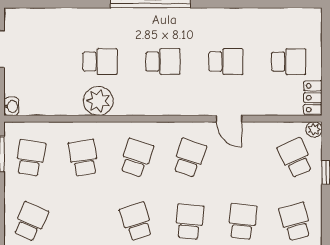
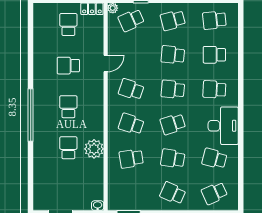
school desk: (226, 62) -> (68, 66), turned -90
school desk: (30, 158) -> (173, 159), moved

